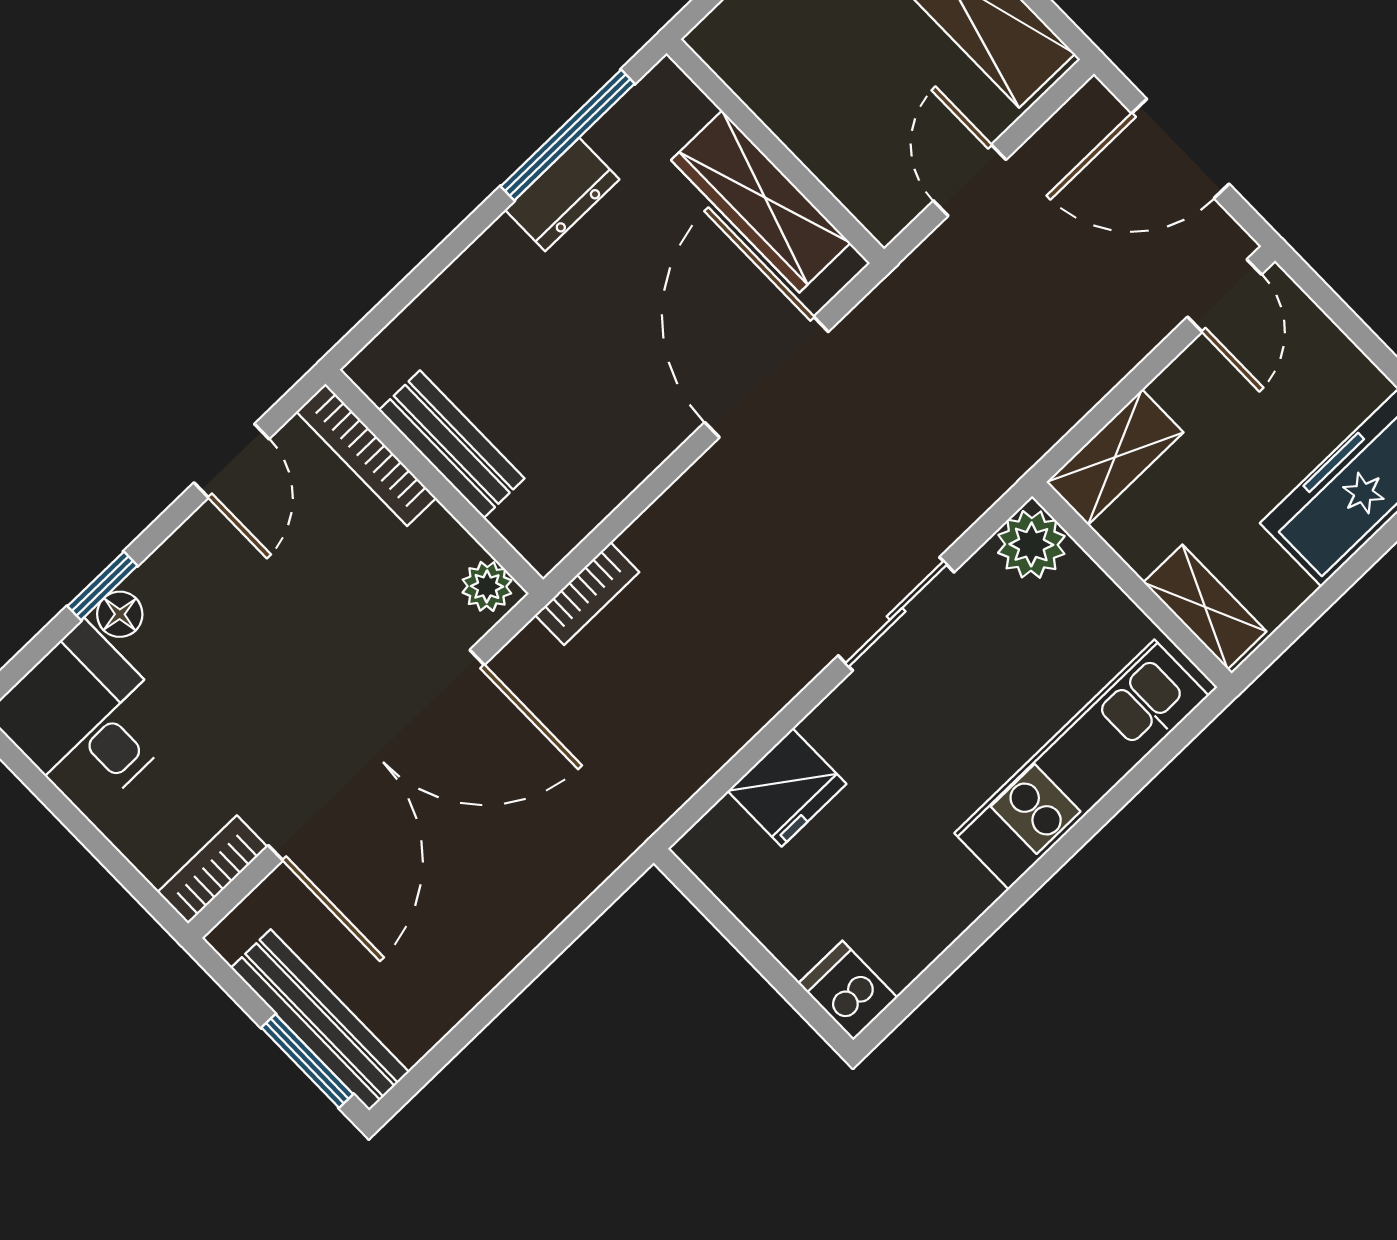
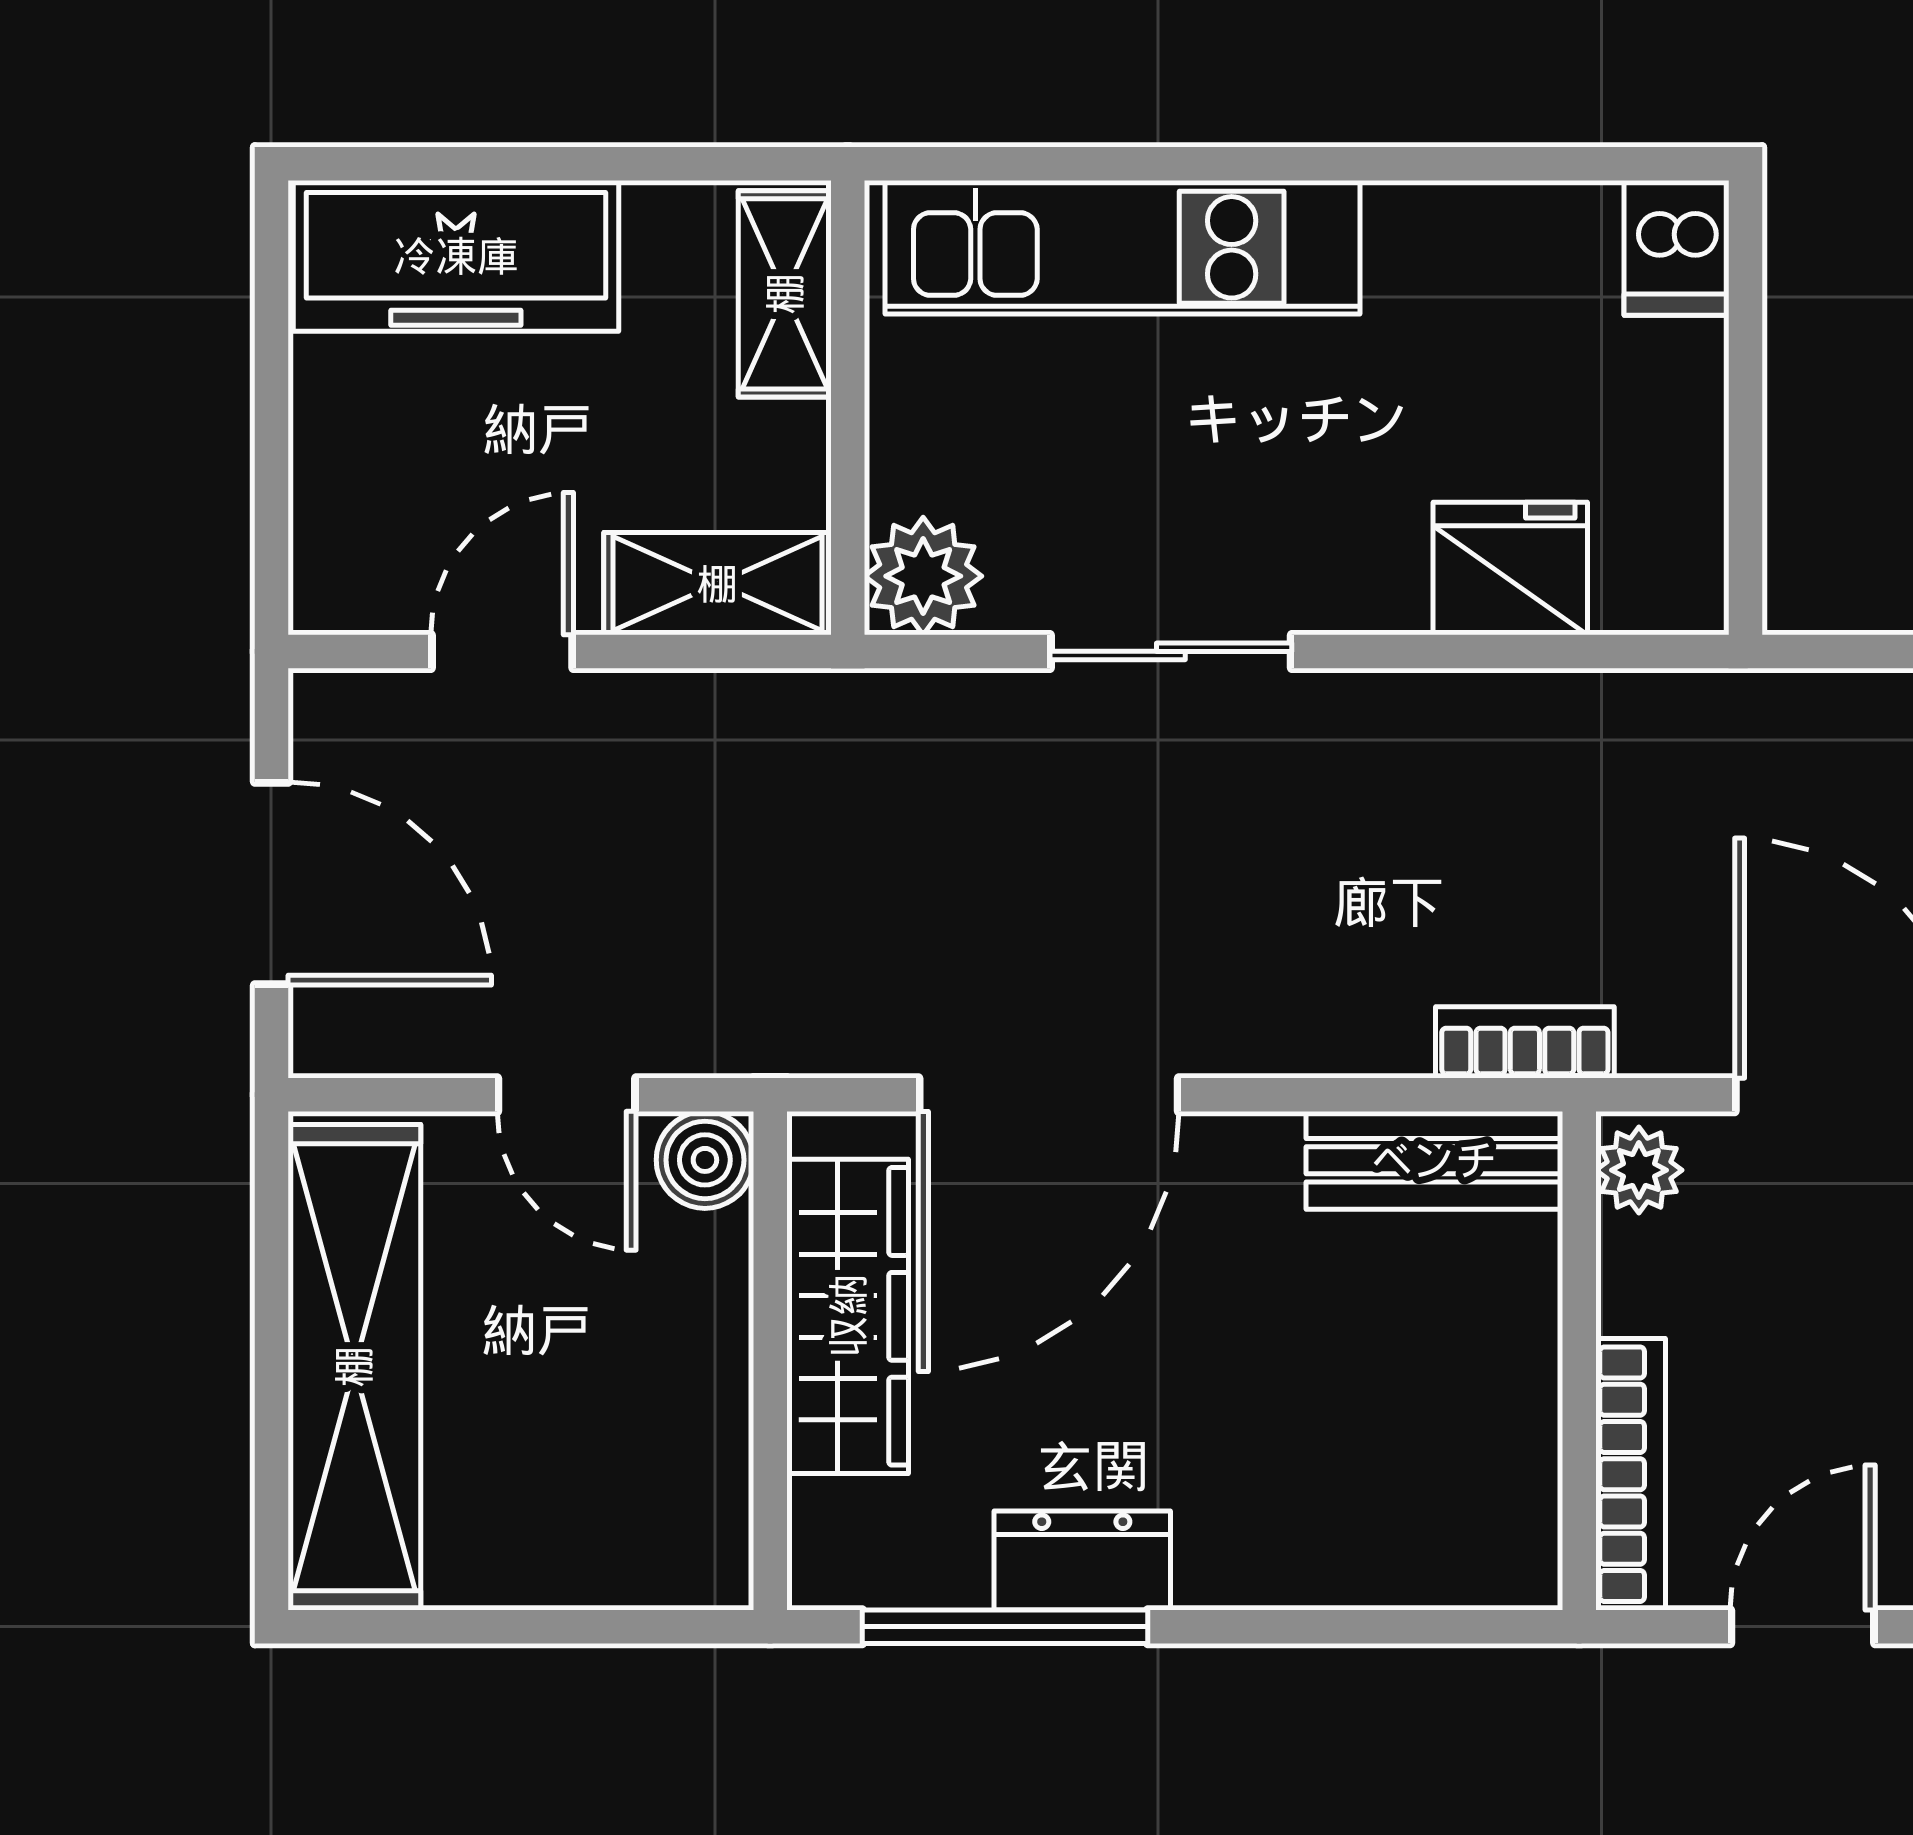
door: (970, 180) -> (567, 1095), hinge flipped
boiler: (885, 209) -> (705, 1160), added
door: (1224, 296) -> (502, 651), moved
bench: (452, 444) -> (1434, 1160), moved, turned 90

